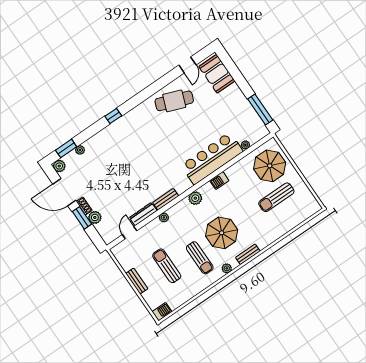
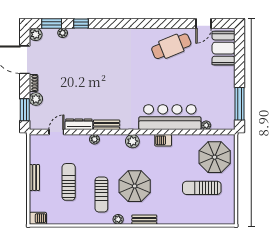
cafe table: (174, 101) -> (171, 46), turned -43
window: (113, 116) -> (81, 24), moved
window: (82, 218) -> (25, 110), moved

